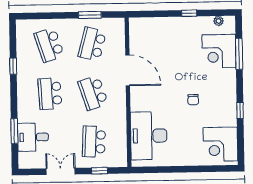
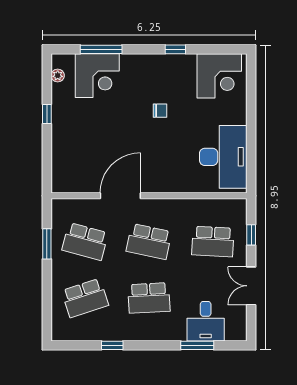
school desk: (93, 93) -> (149, 242), turned 30
desk: (149, 136) -> (223, 157), moved, turned -90

